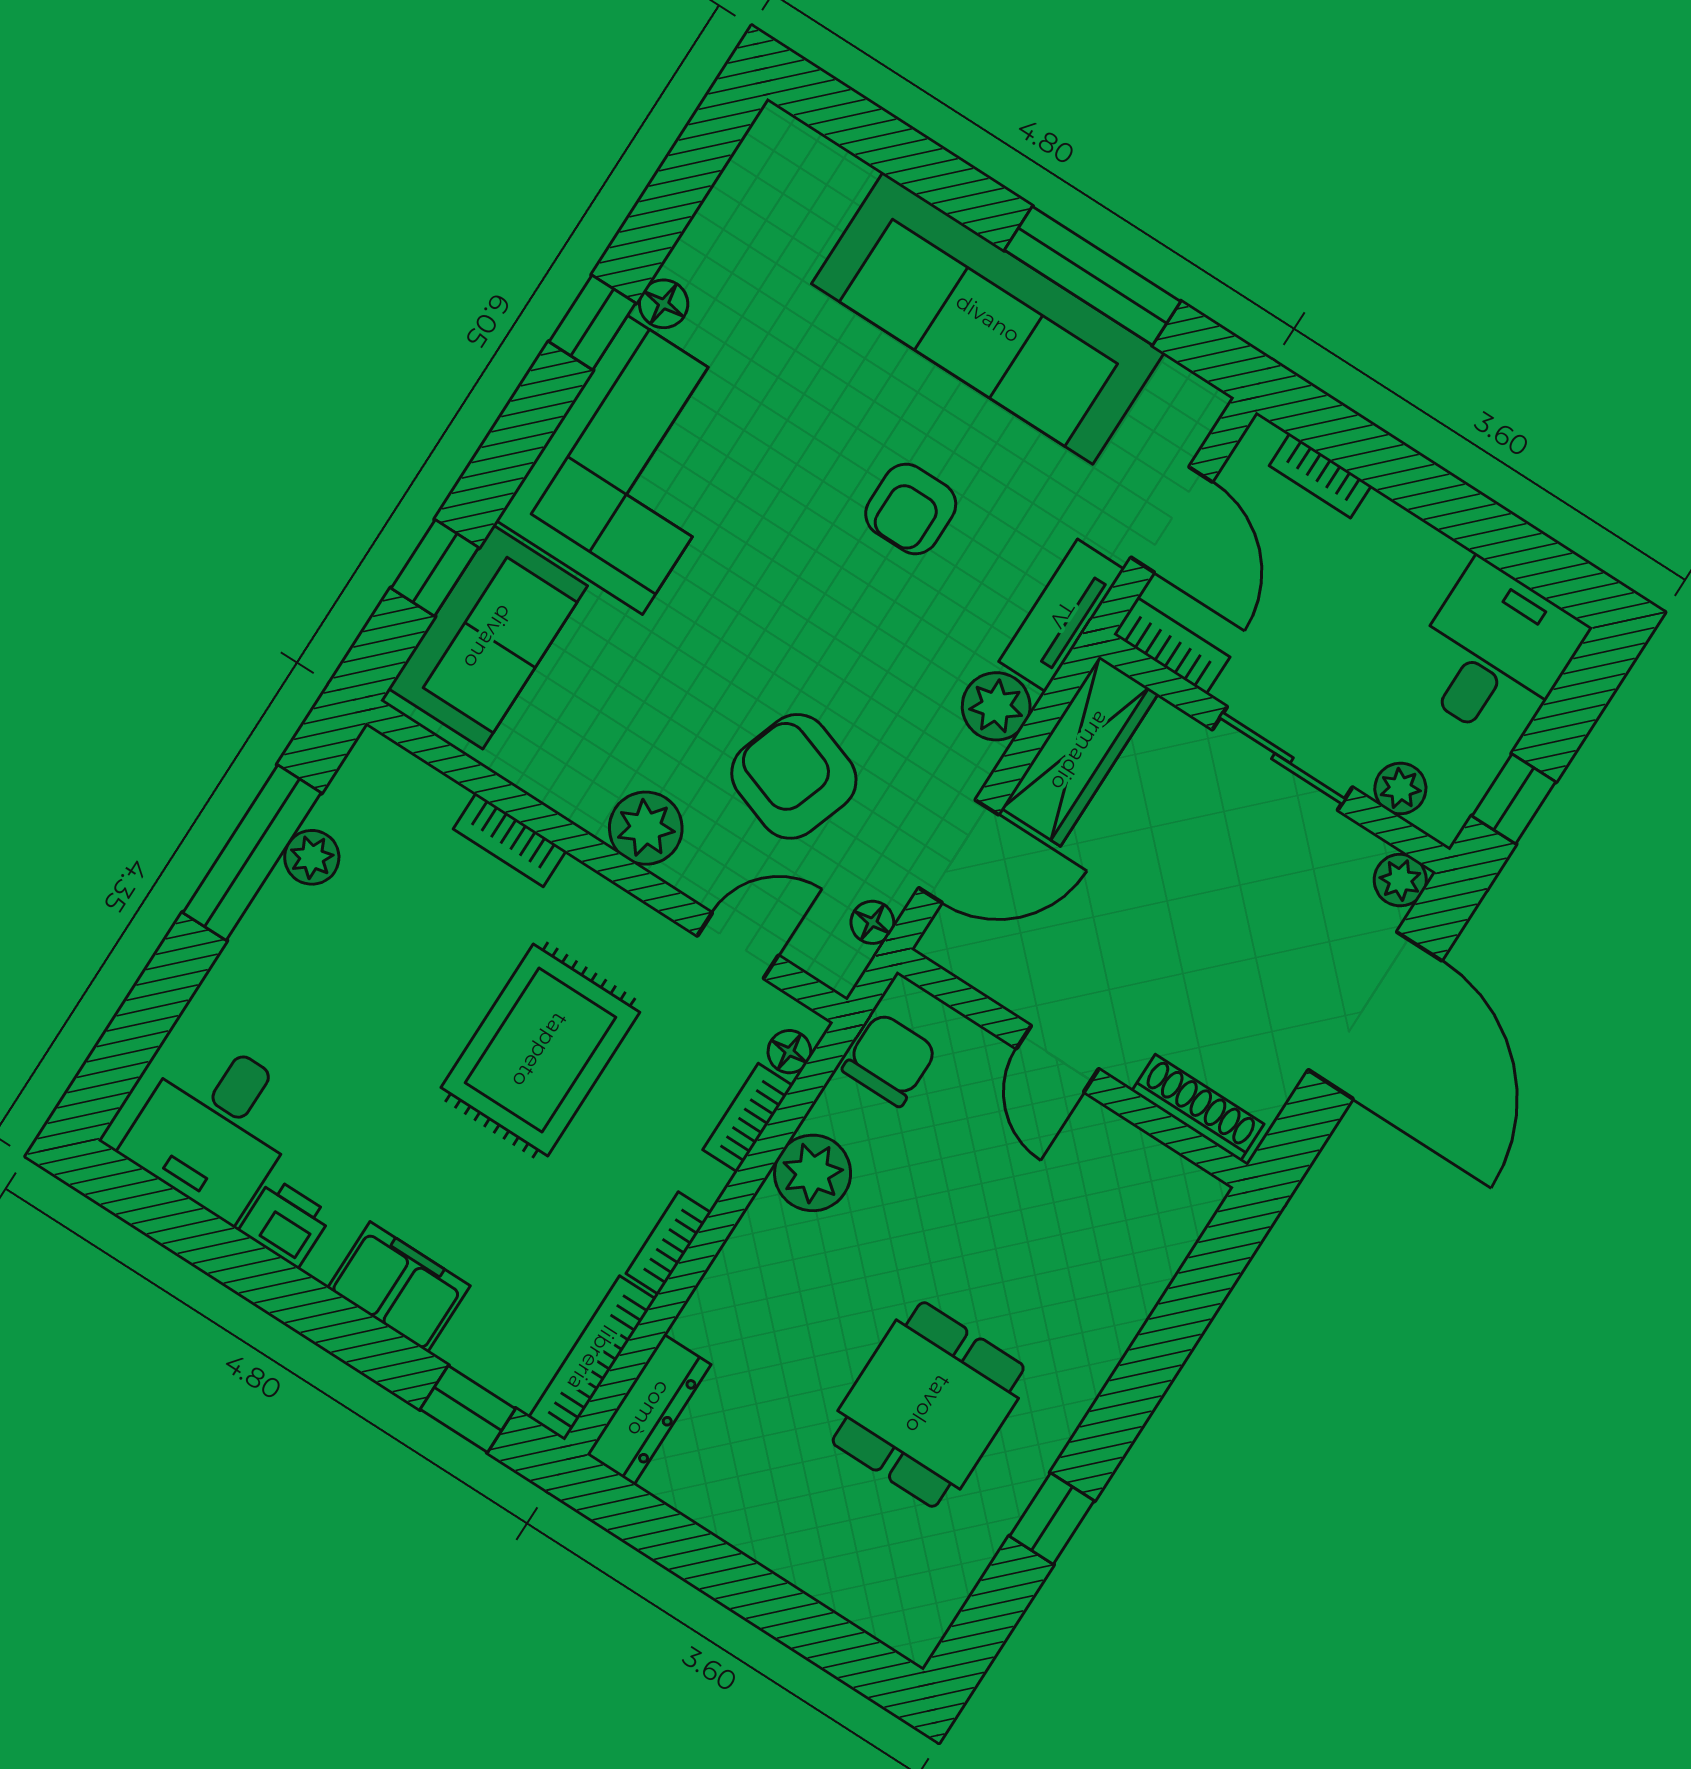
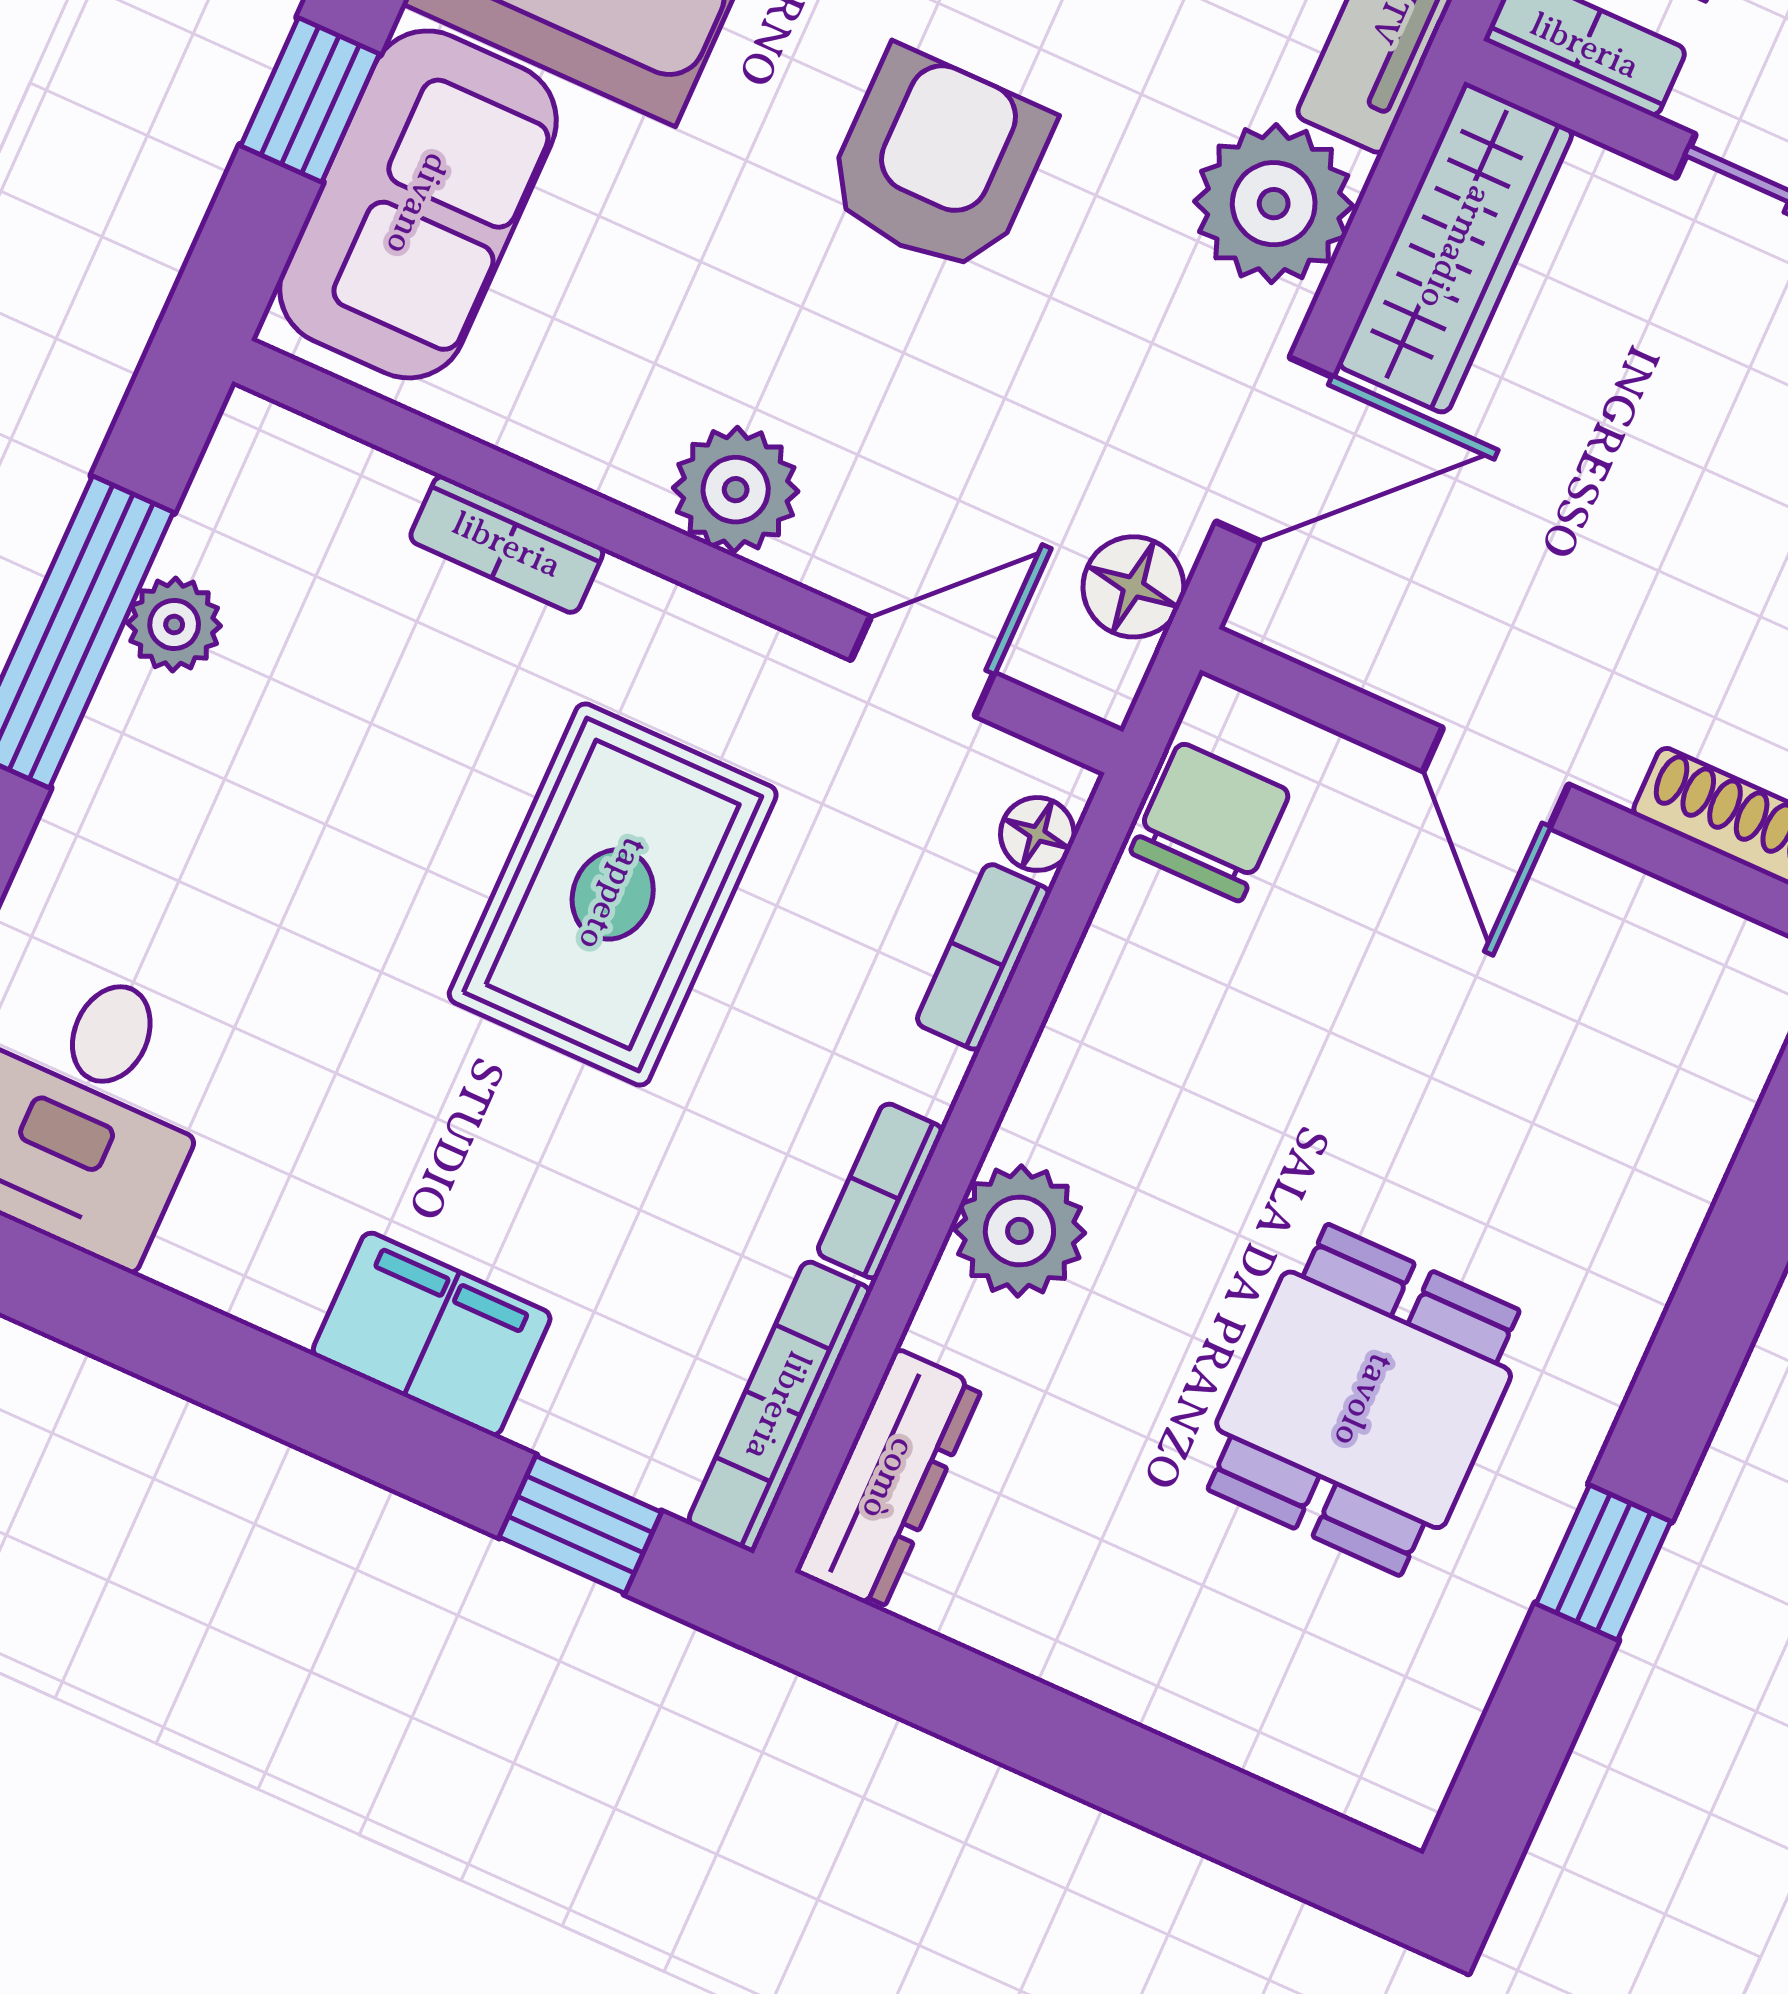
plant: (996, 706) -> (1274, 204), width x1.36, depth x1.36
armchair: (794, 776) -> (938, 162), moved, turned 71
floor lamp: (872, 922) -> (1133, 587), width x1.37, depth x1.37
plant: (813, 1173) -> (1019, 1231), moved
printer: (285, 1223) -> (222, 1254), removed

